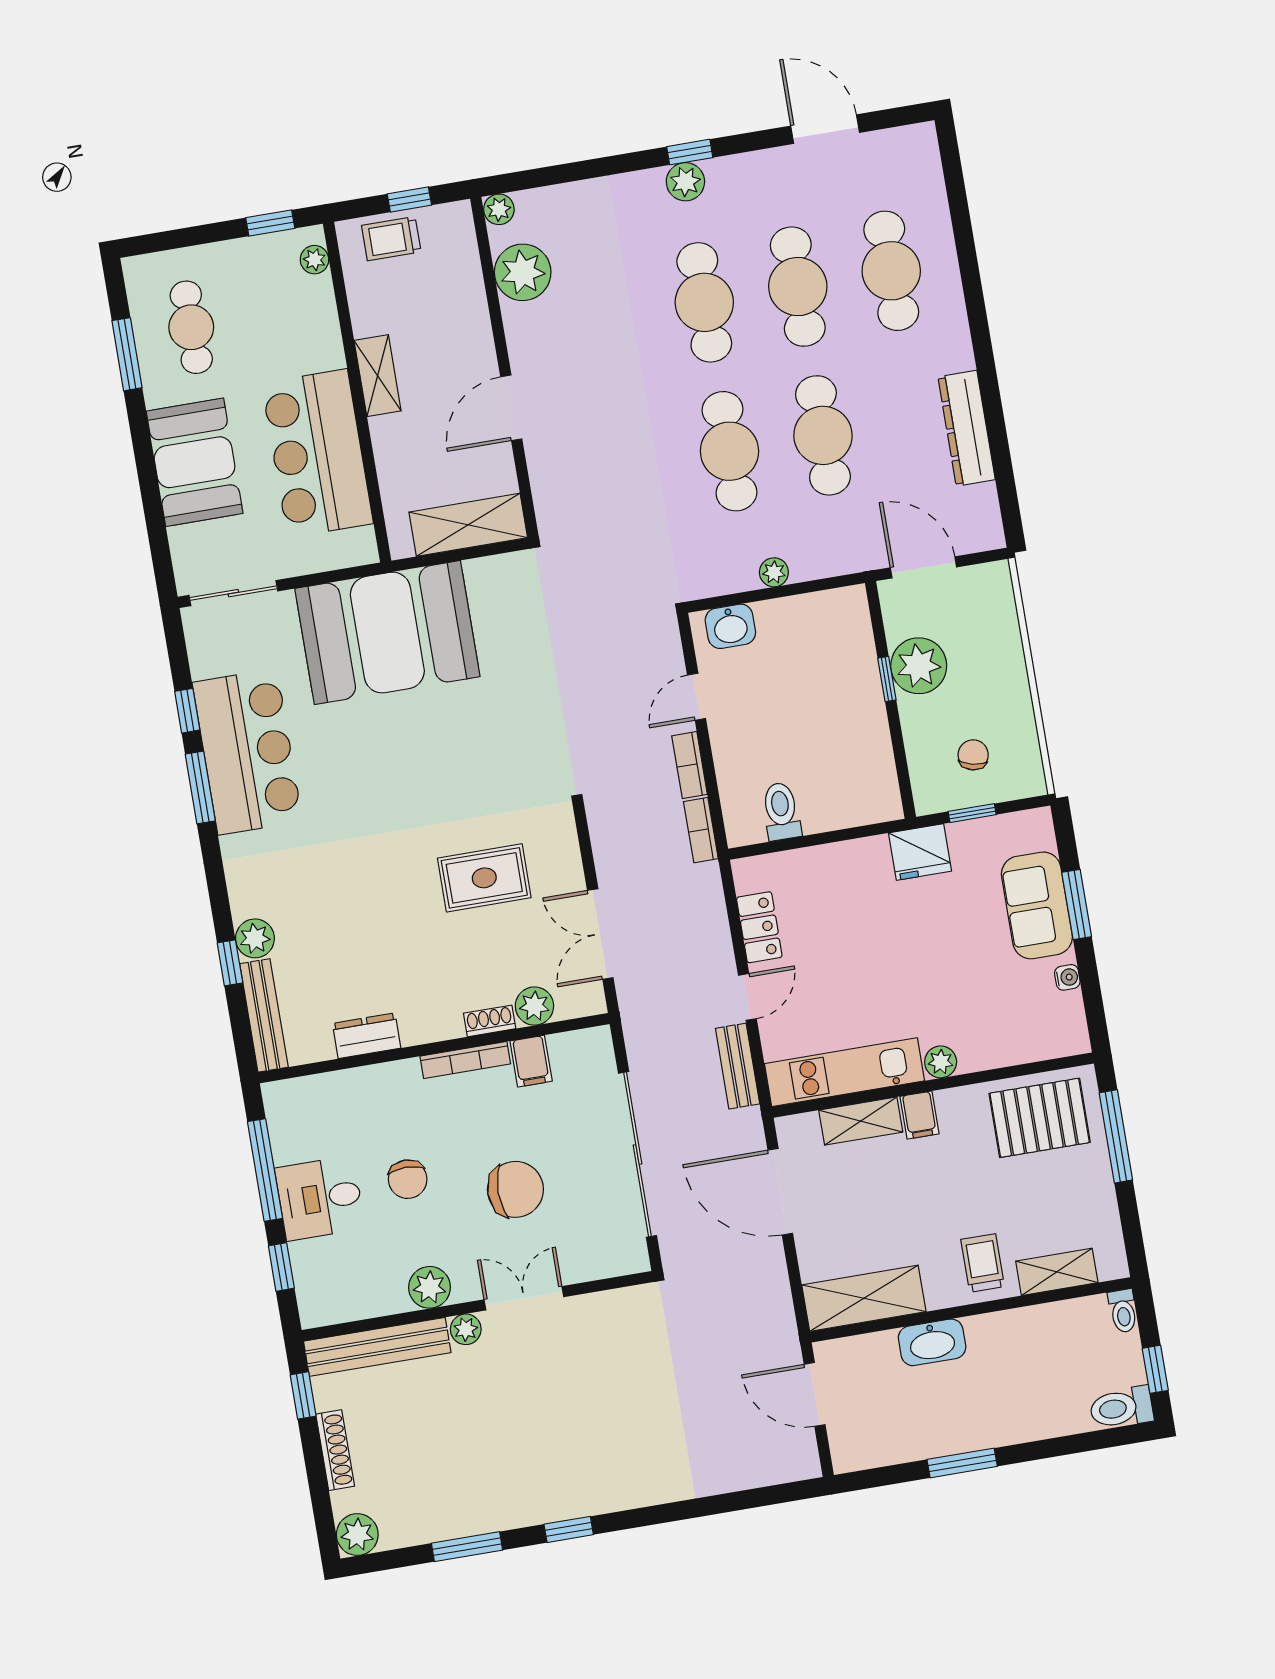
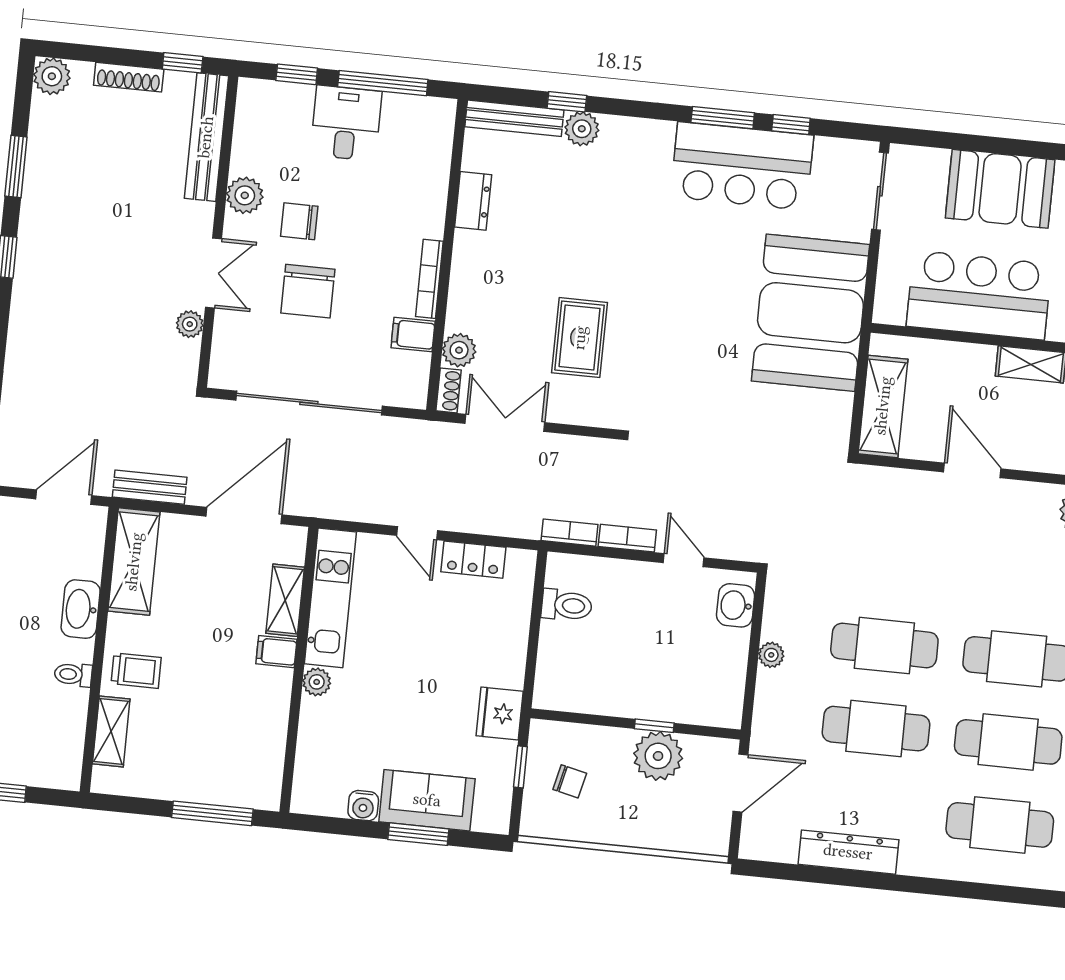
water cooler: (1067, 977) -> (363, 806), width x1.38, depth x1.38
shoe rack: (490, 1021) -> (449, 390), moved
bench: (738, 1066) -> (150, 487), moved
pallet: (1040, 1118) -> (246, 753), removed
chair: (408, 1179) -> (299, 221), moved
toilet: (1123, 1311) -> (73, 674), moved
plant: (466, 1329) -> (190, 324), moved

